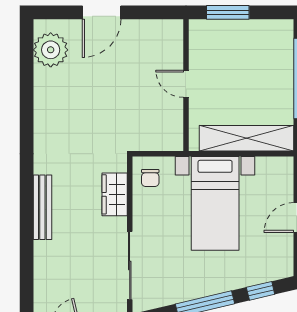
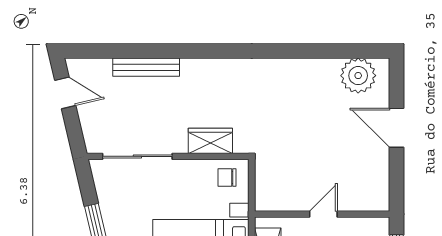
bench: (42, 207) -> (146, 67), moved

